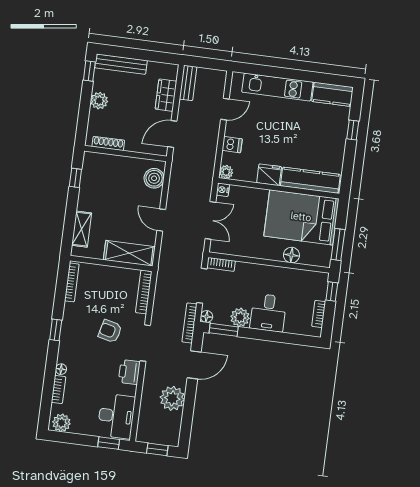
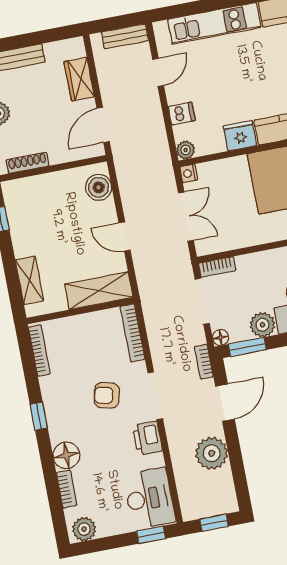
bench: (188, 83) -> (125, 36), moved, turned 90
bookcase: (189, 323) -> (204, 362), width x0.64
floor lamp: (61, 369) -> (66, 455), width x1.89, depth x1.89

